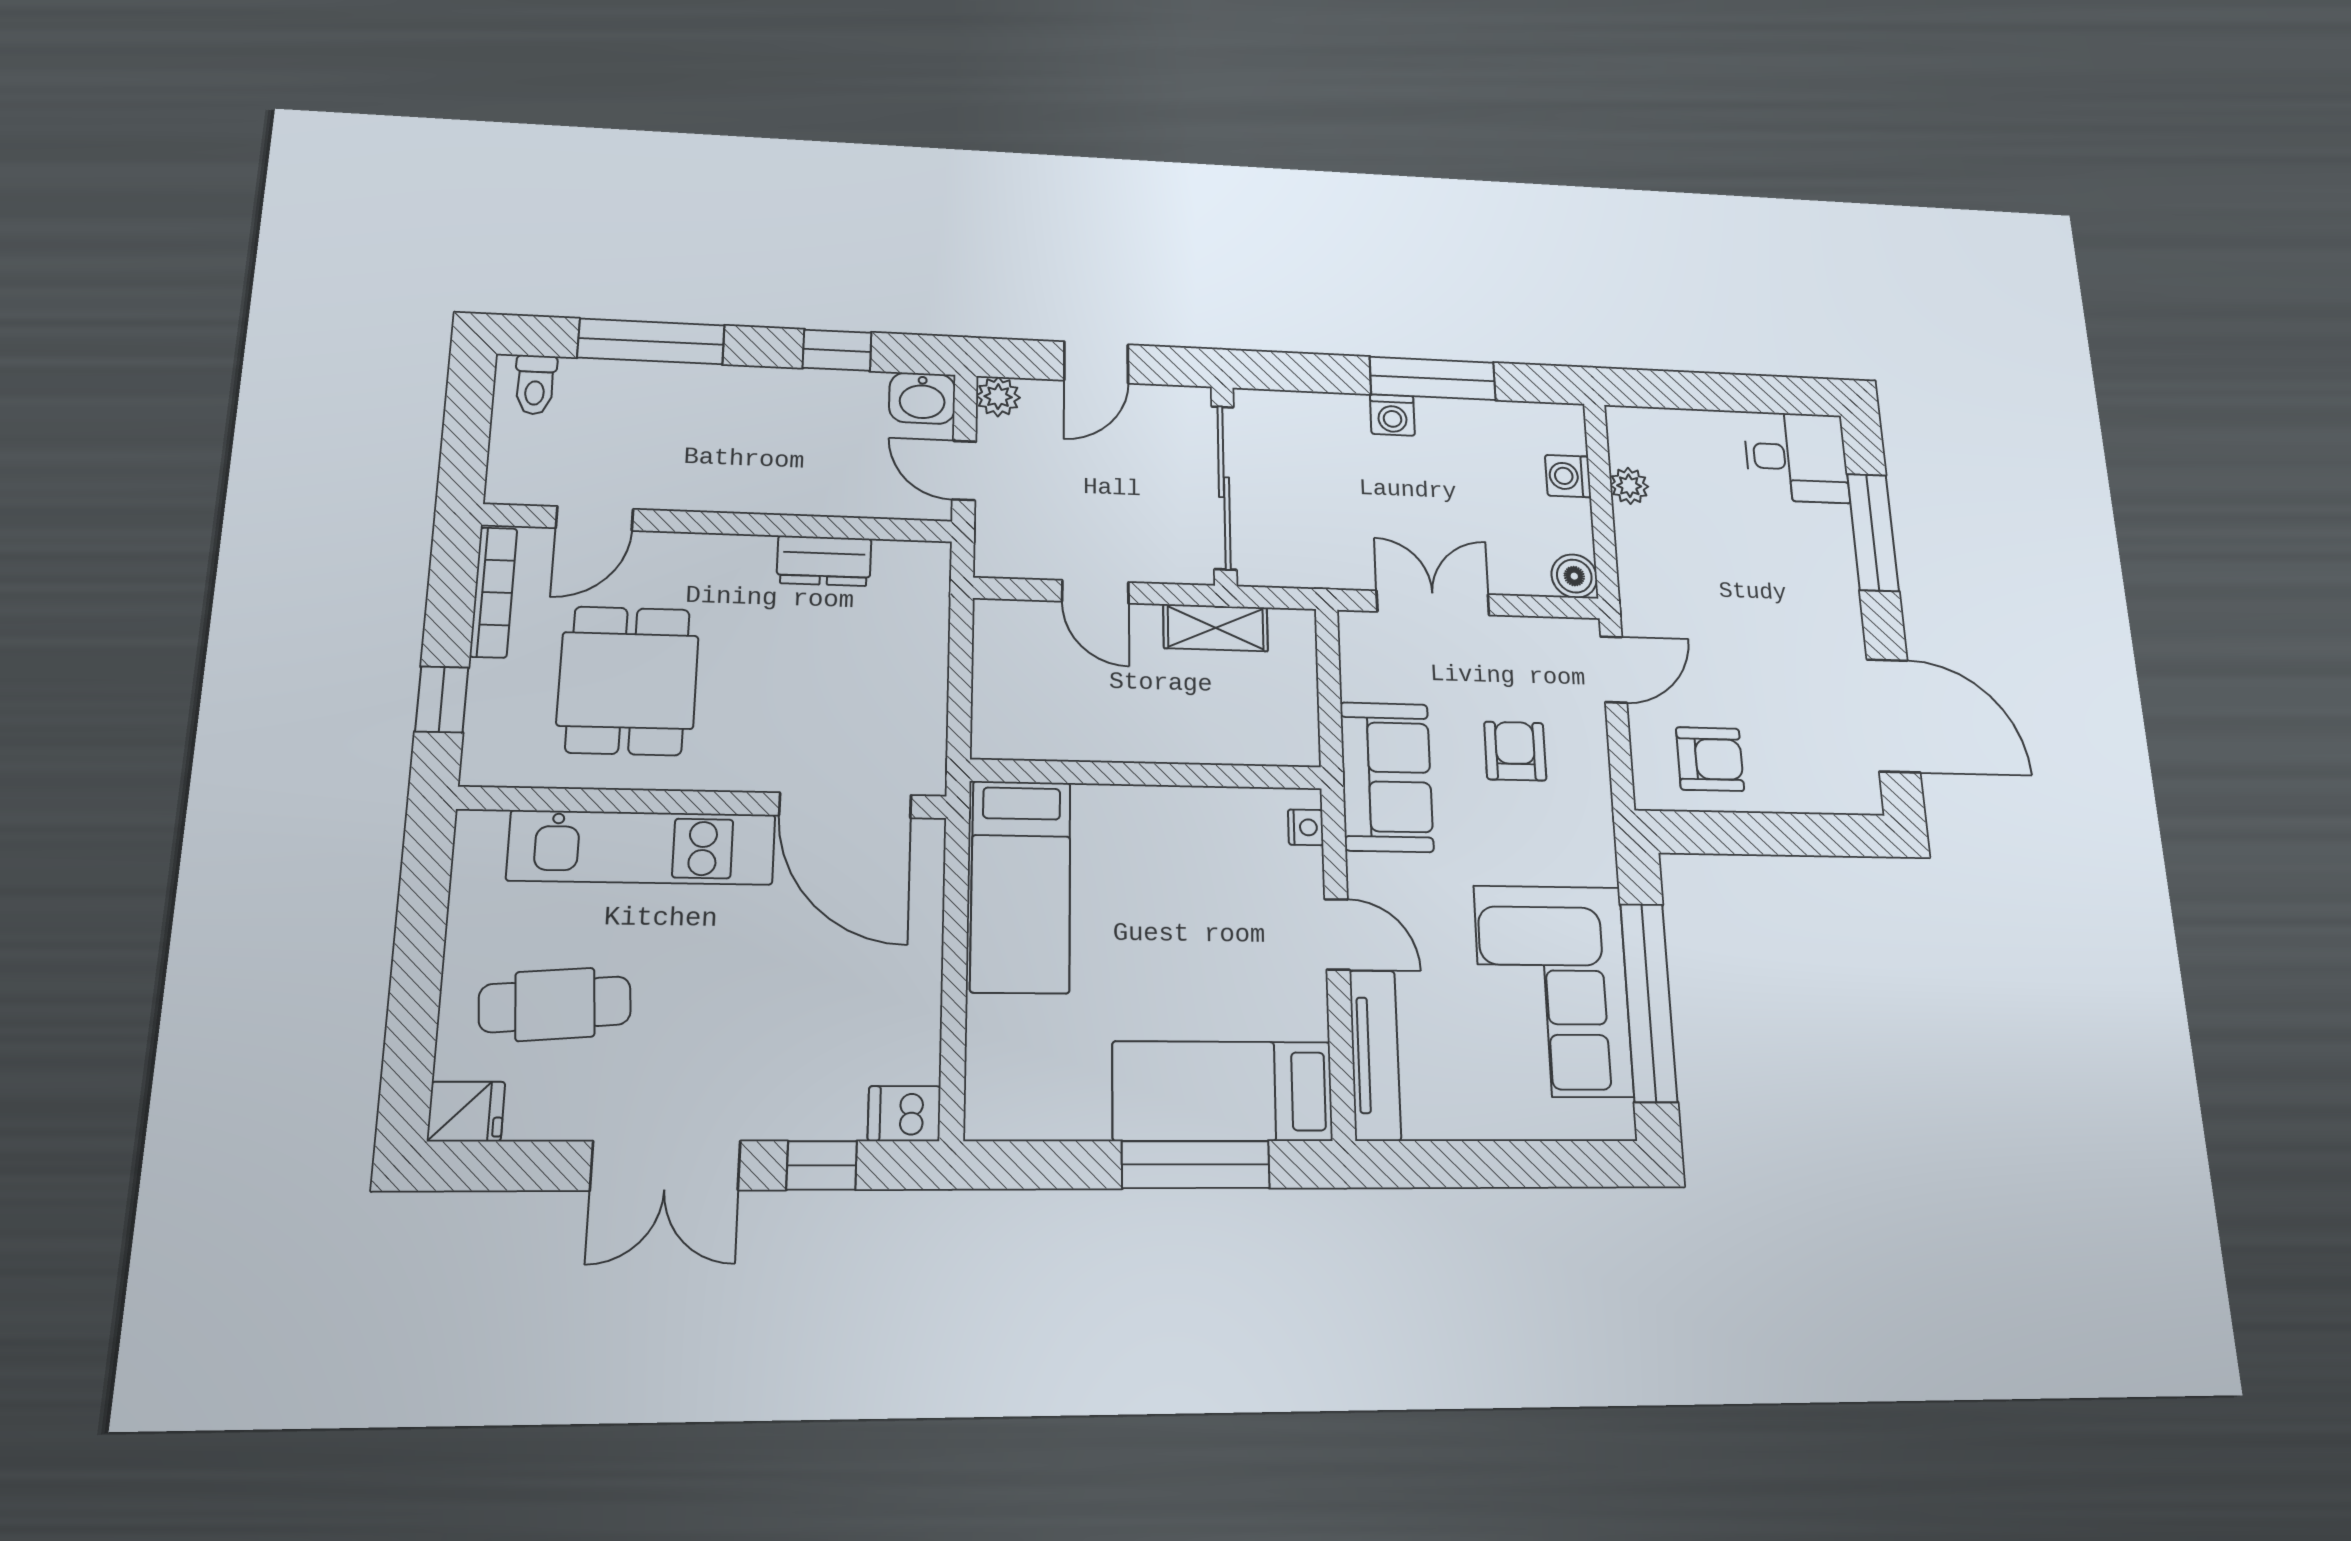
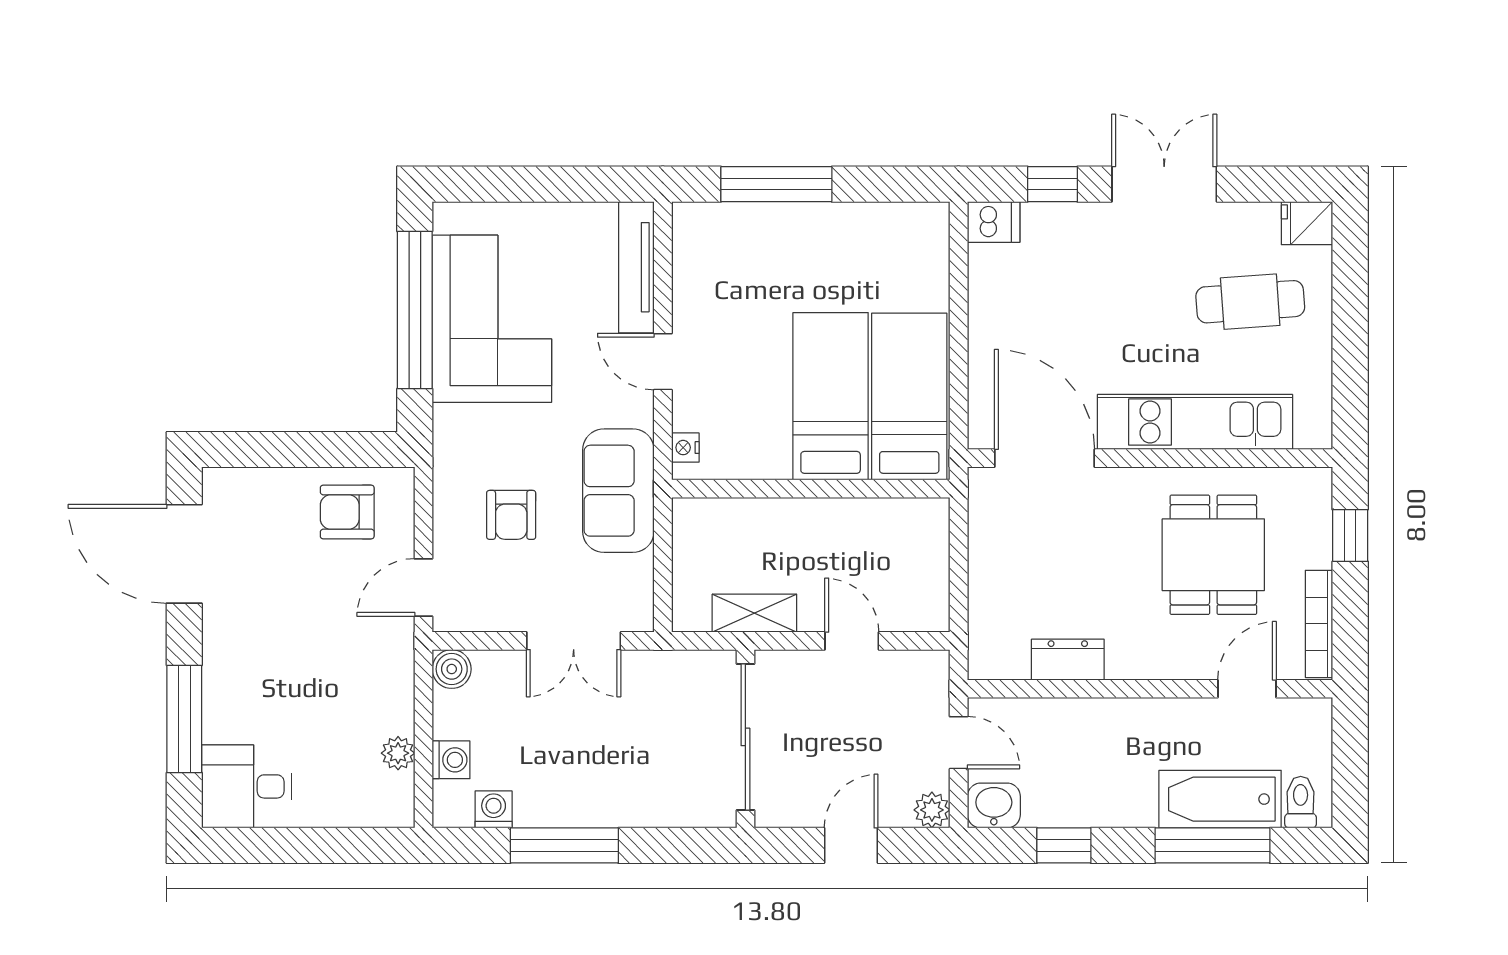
bathtub: (638, 393) -> (1220, 799), added
washing machine: (1392, 415) -> (494, 809), moved
bed: (1223, 1091) -> (831, 396), moved, turned -90

